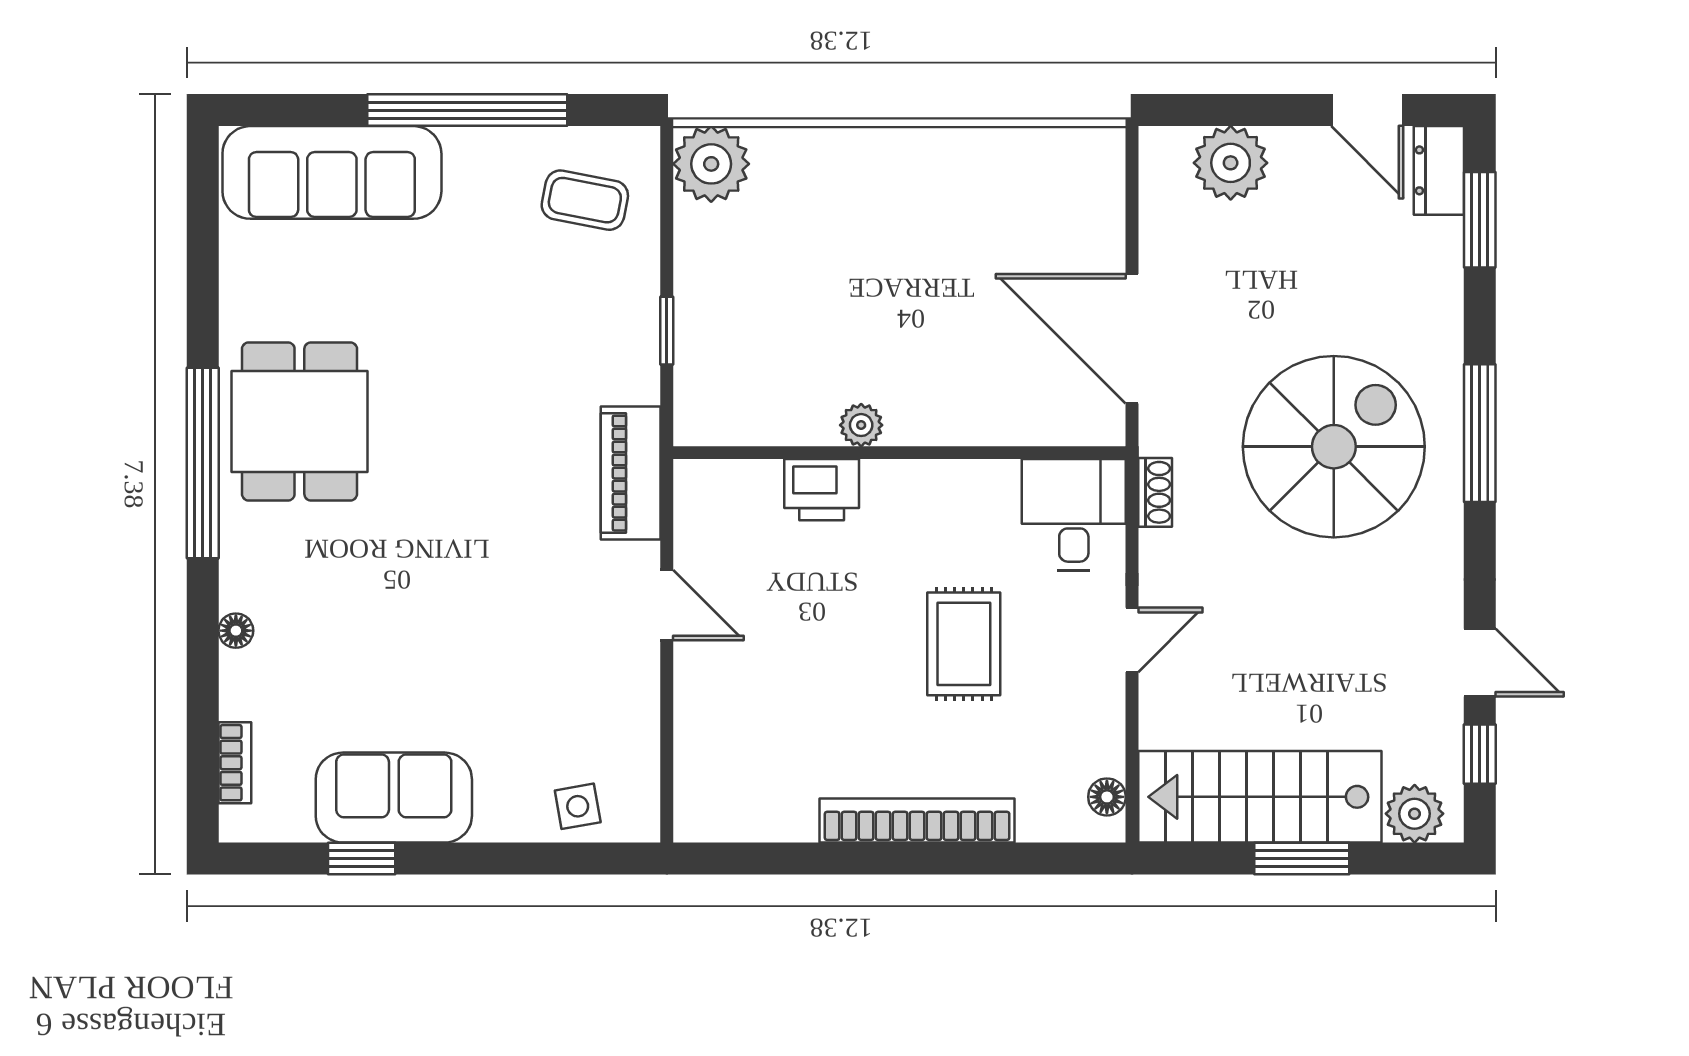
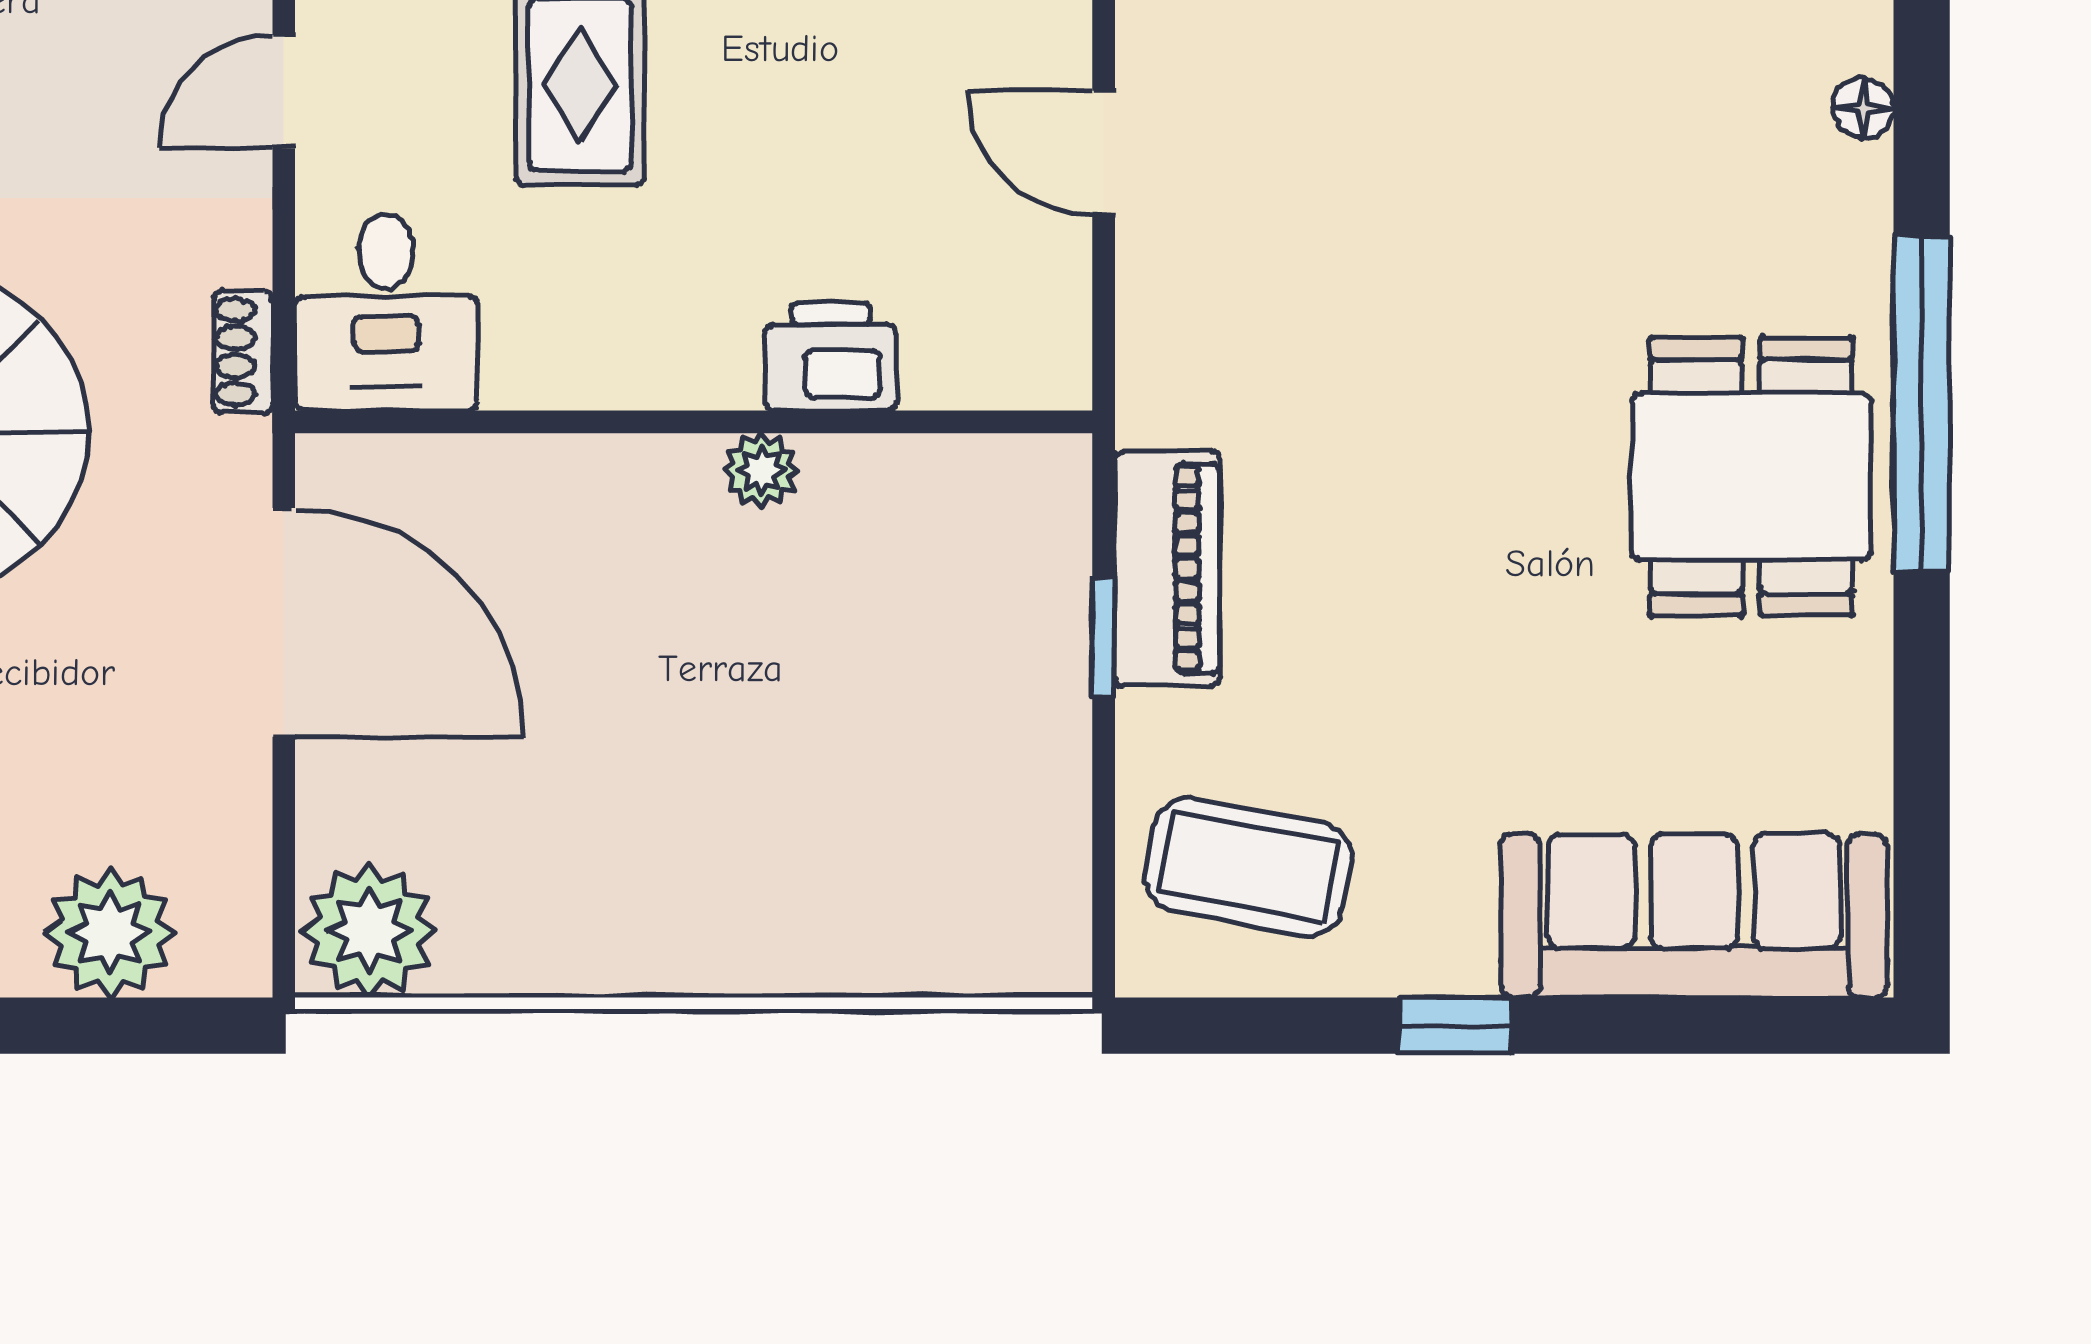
window: (467, 110) -> (1455, 1026), width x0.32
plant: (711, 164) -> (369, 931), moved
coffee table: (585, 200) -> (1248, 867), width x1.36, depth x1.30
piano: (631, 473) -> (1167, 568), moved

